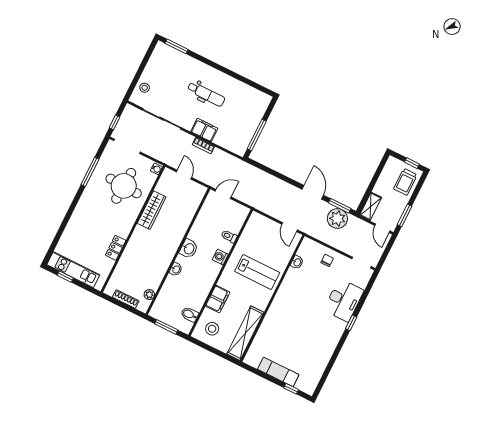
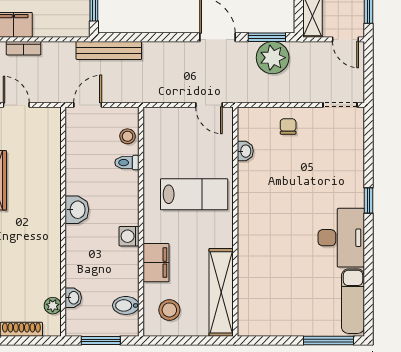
bench: (250, 170) -> (109, 51), added
stool: (236, 222) -> (128, 136), added
washing machine: (220, 257) -> (129, 236), moved
washbasin: (176, 269) -> (73, 298), moved
desk: (344, 300) -> (341, 238), moved
exam couch: (278, 372) -> (353, 301), moved, turned -90
window: (291, 389) -> (328, 341), width x2.17

